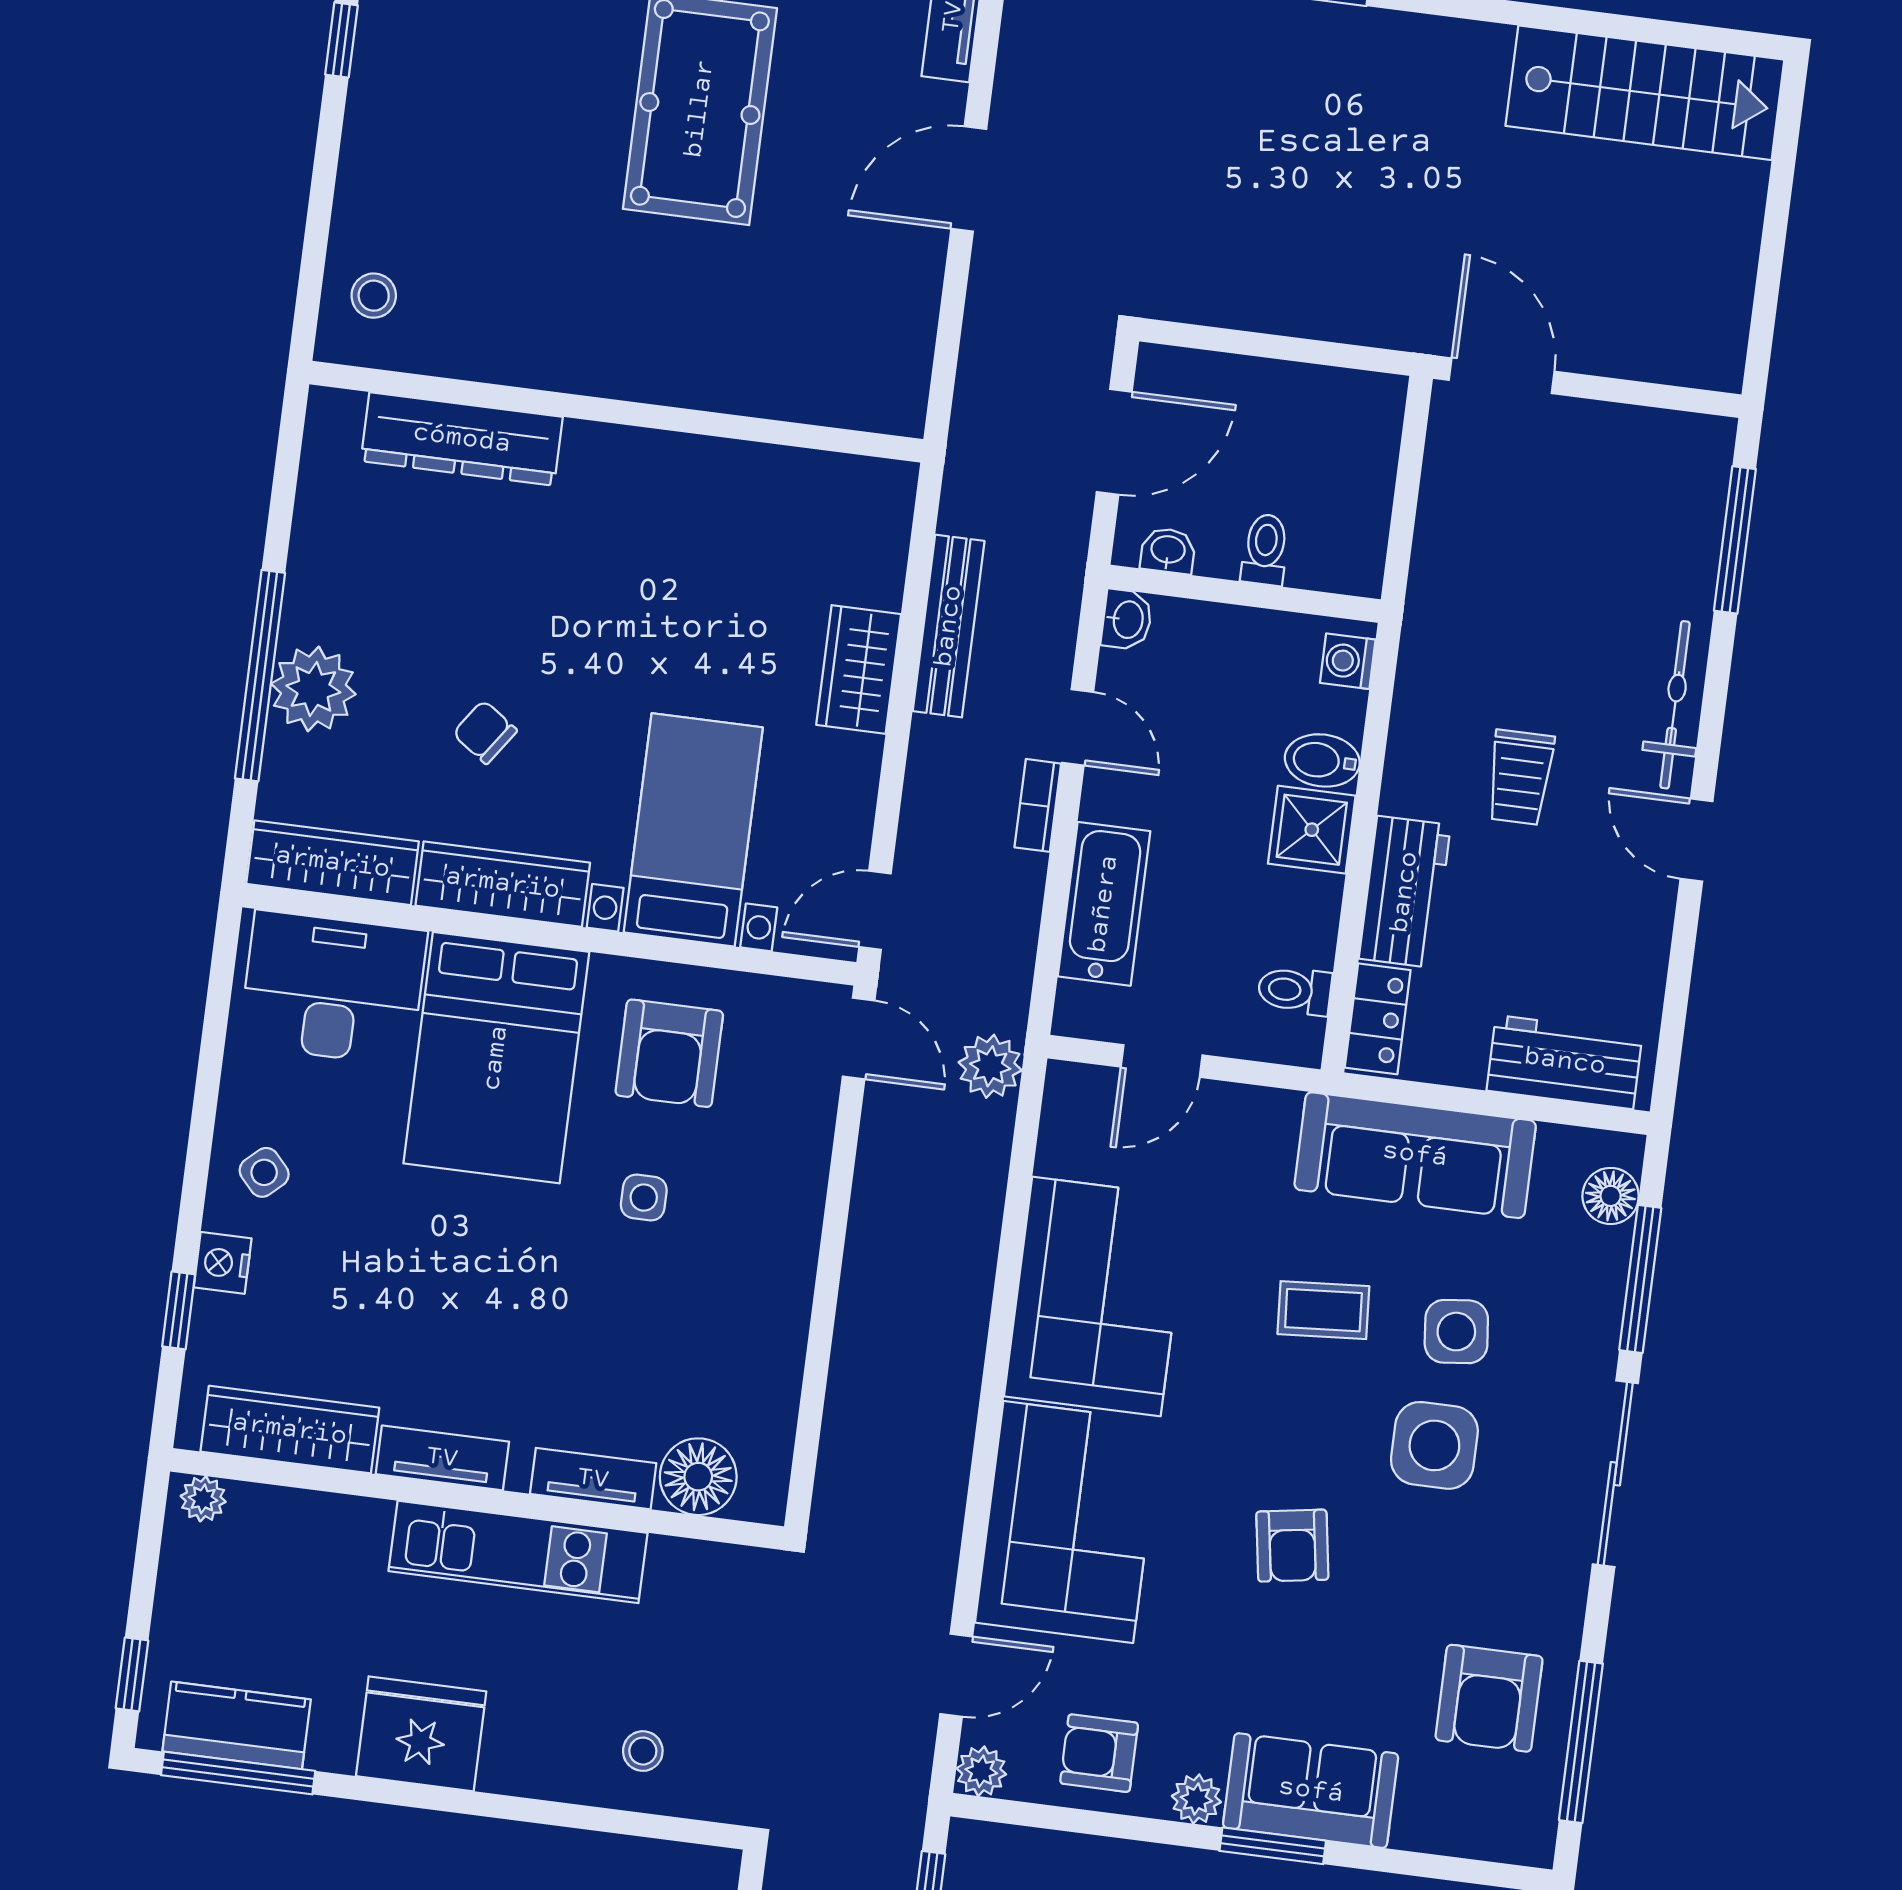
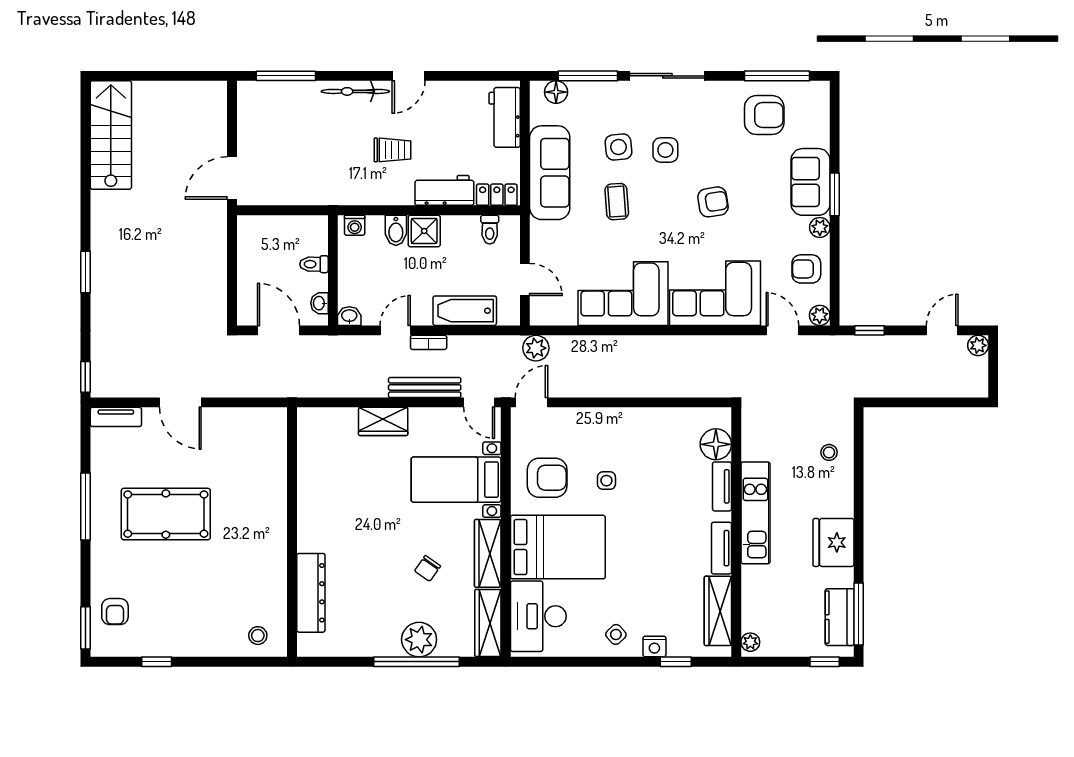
bench: (949, 626) -> (425, 387), moved
side table: (1434, 1445) -> (665, 150), width x0.73, depth x0.73
armchair: (1099, 1753) -> (806, 269), turned 90

